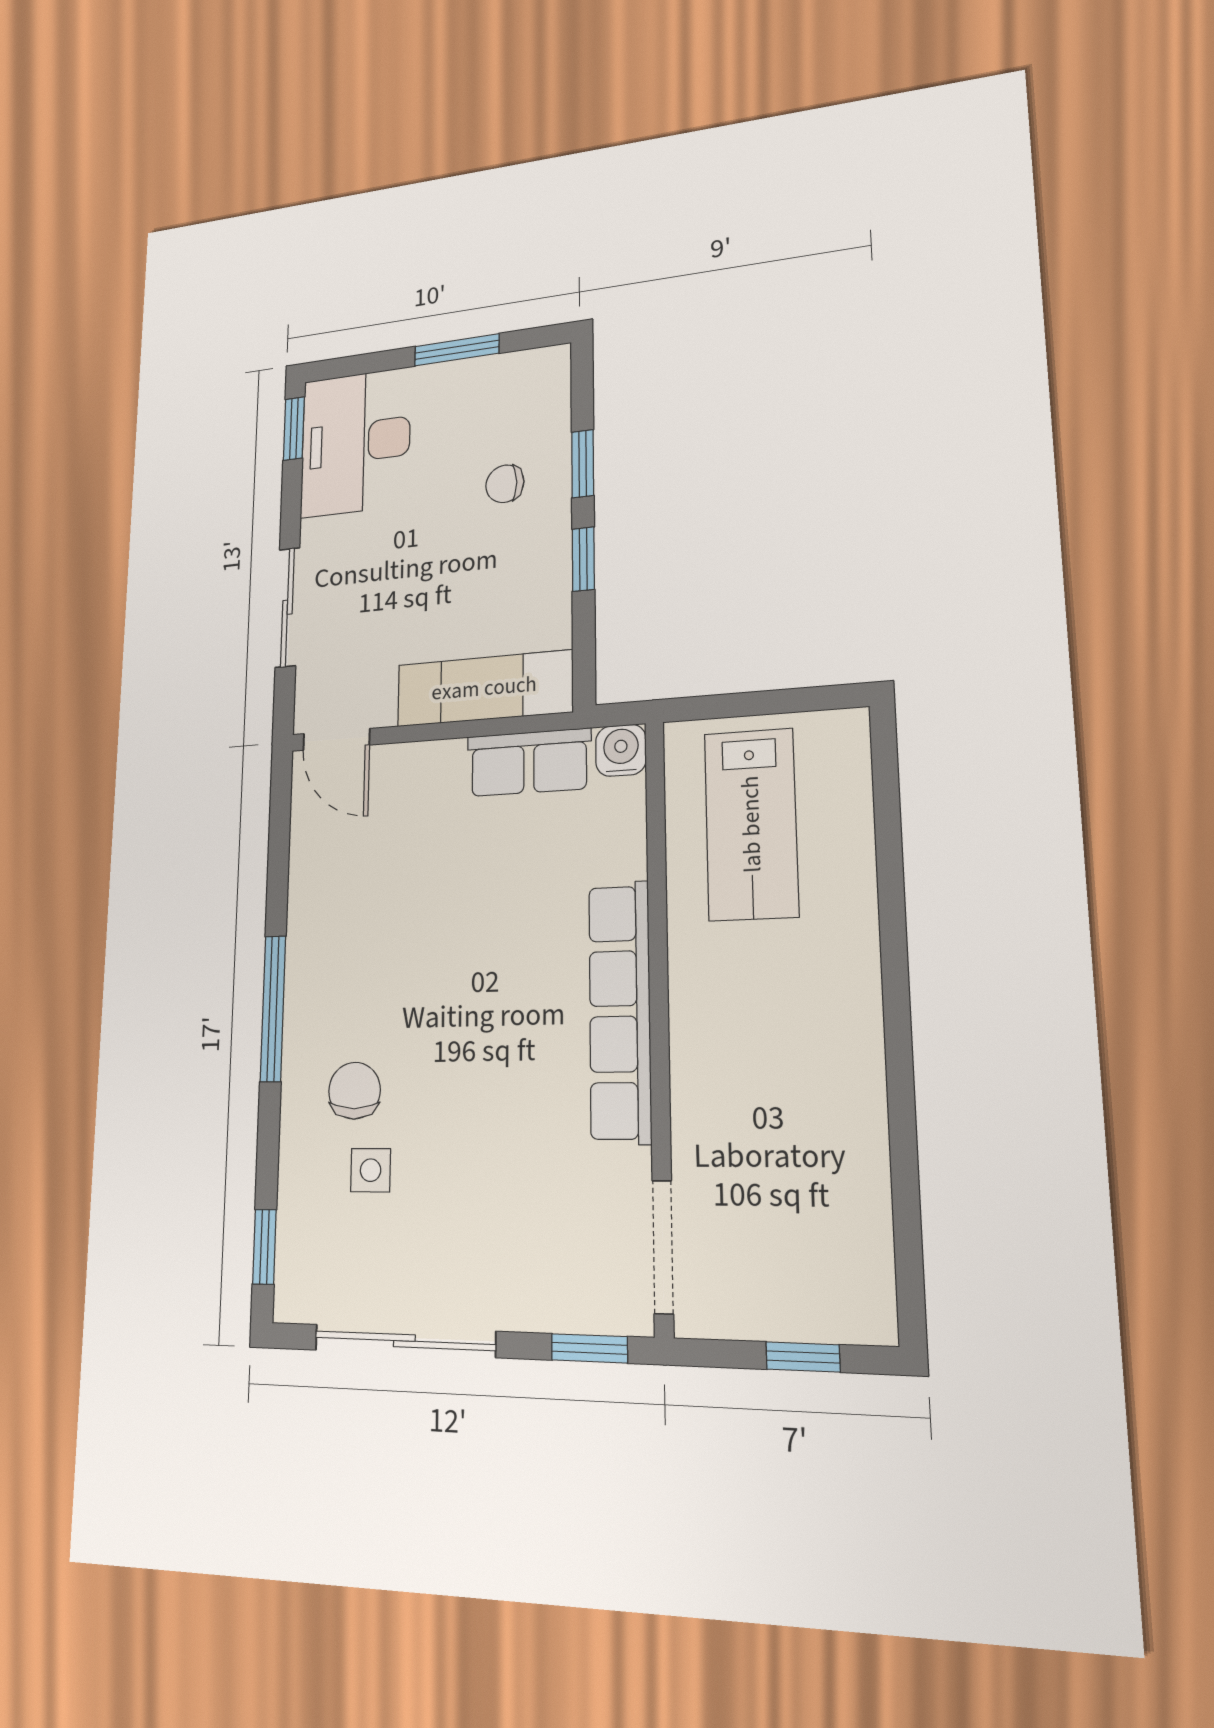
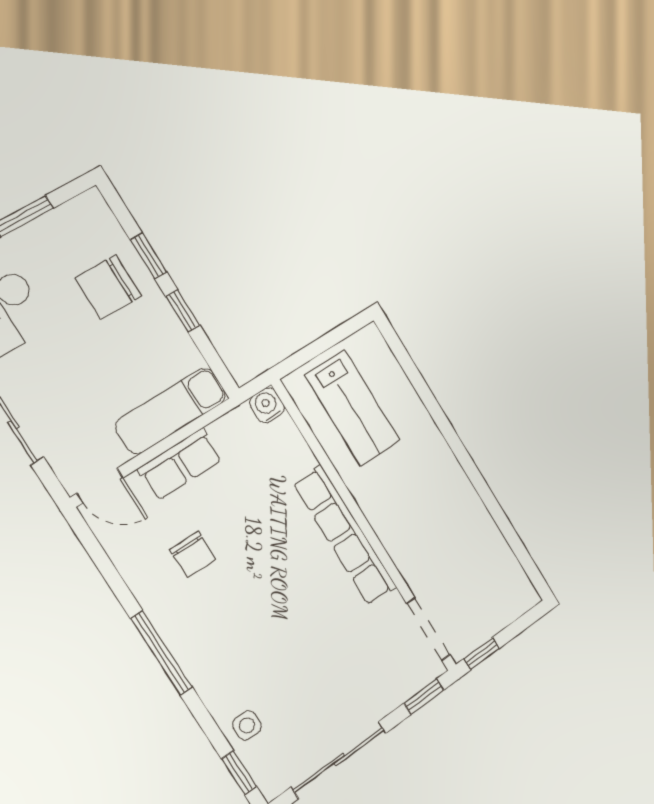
chair: (505, 484) -> (108, 287), width x1.87, depth x1.87
row of seats: (529, 762) -> (180, 464), moved
chair: (354, 1091) -> (193, 554), moved, turned 180
side table: (371, 1170) -> (247, 726), moved
window: (803, 1357) -> (482, 653), moved

